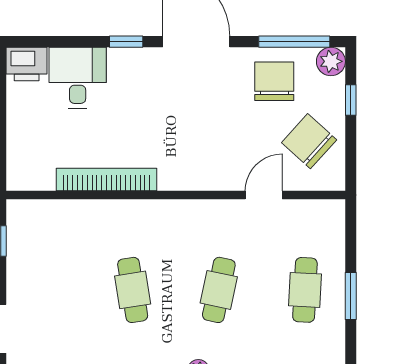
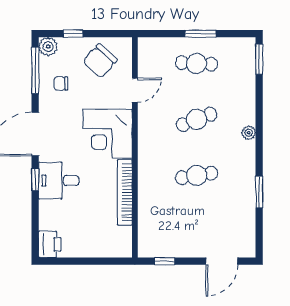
desk: (78, 78) -> (59, 181), moved
chair: (274, 81) -> (61, 83), width x0.54, depth x0.54
corner desk: (197, 153) -> (107, 134), added
door: (264, 195) -> (135, 90), swing flipped
cafe table: (219, 290) -> (197, 119), turned -33

